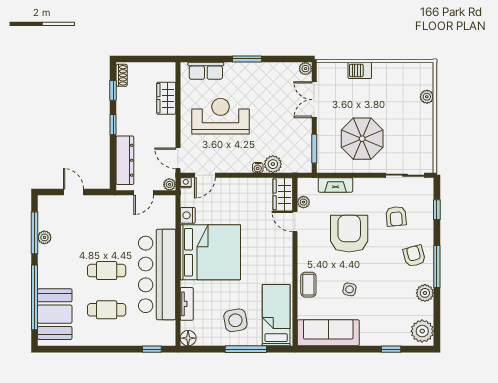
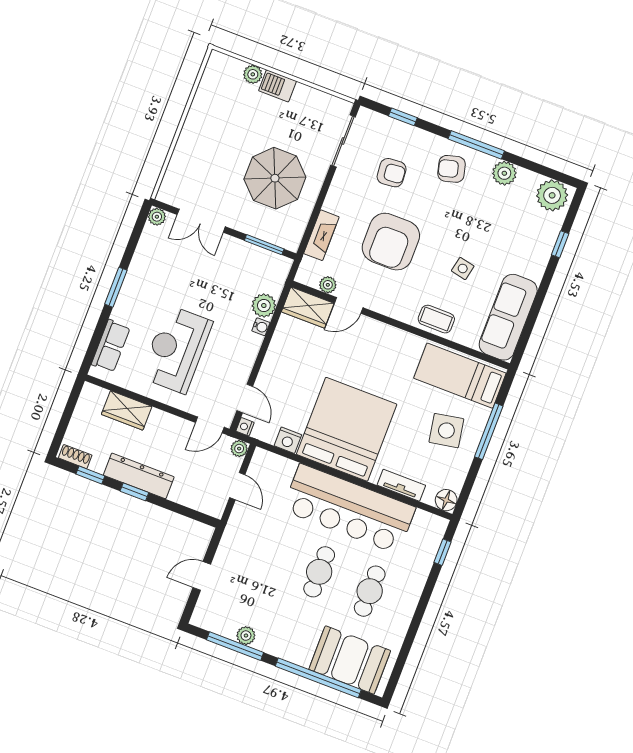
barbecue: (360, 70) -> (277, 86), moved, turned 90
dresser: (125, 160) -> (139, 476), moved
armchair: (349, 234) -> (391, 242), turned -90

